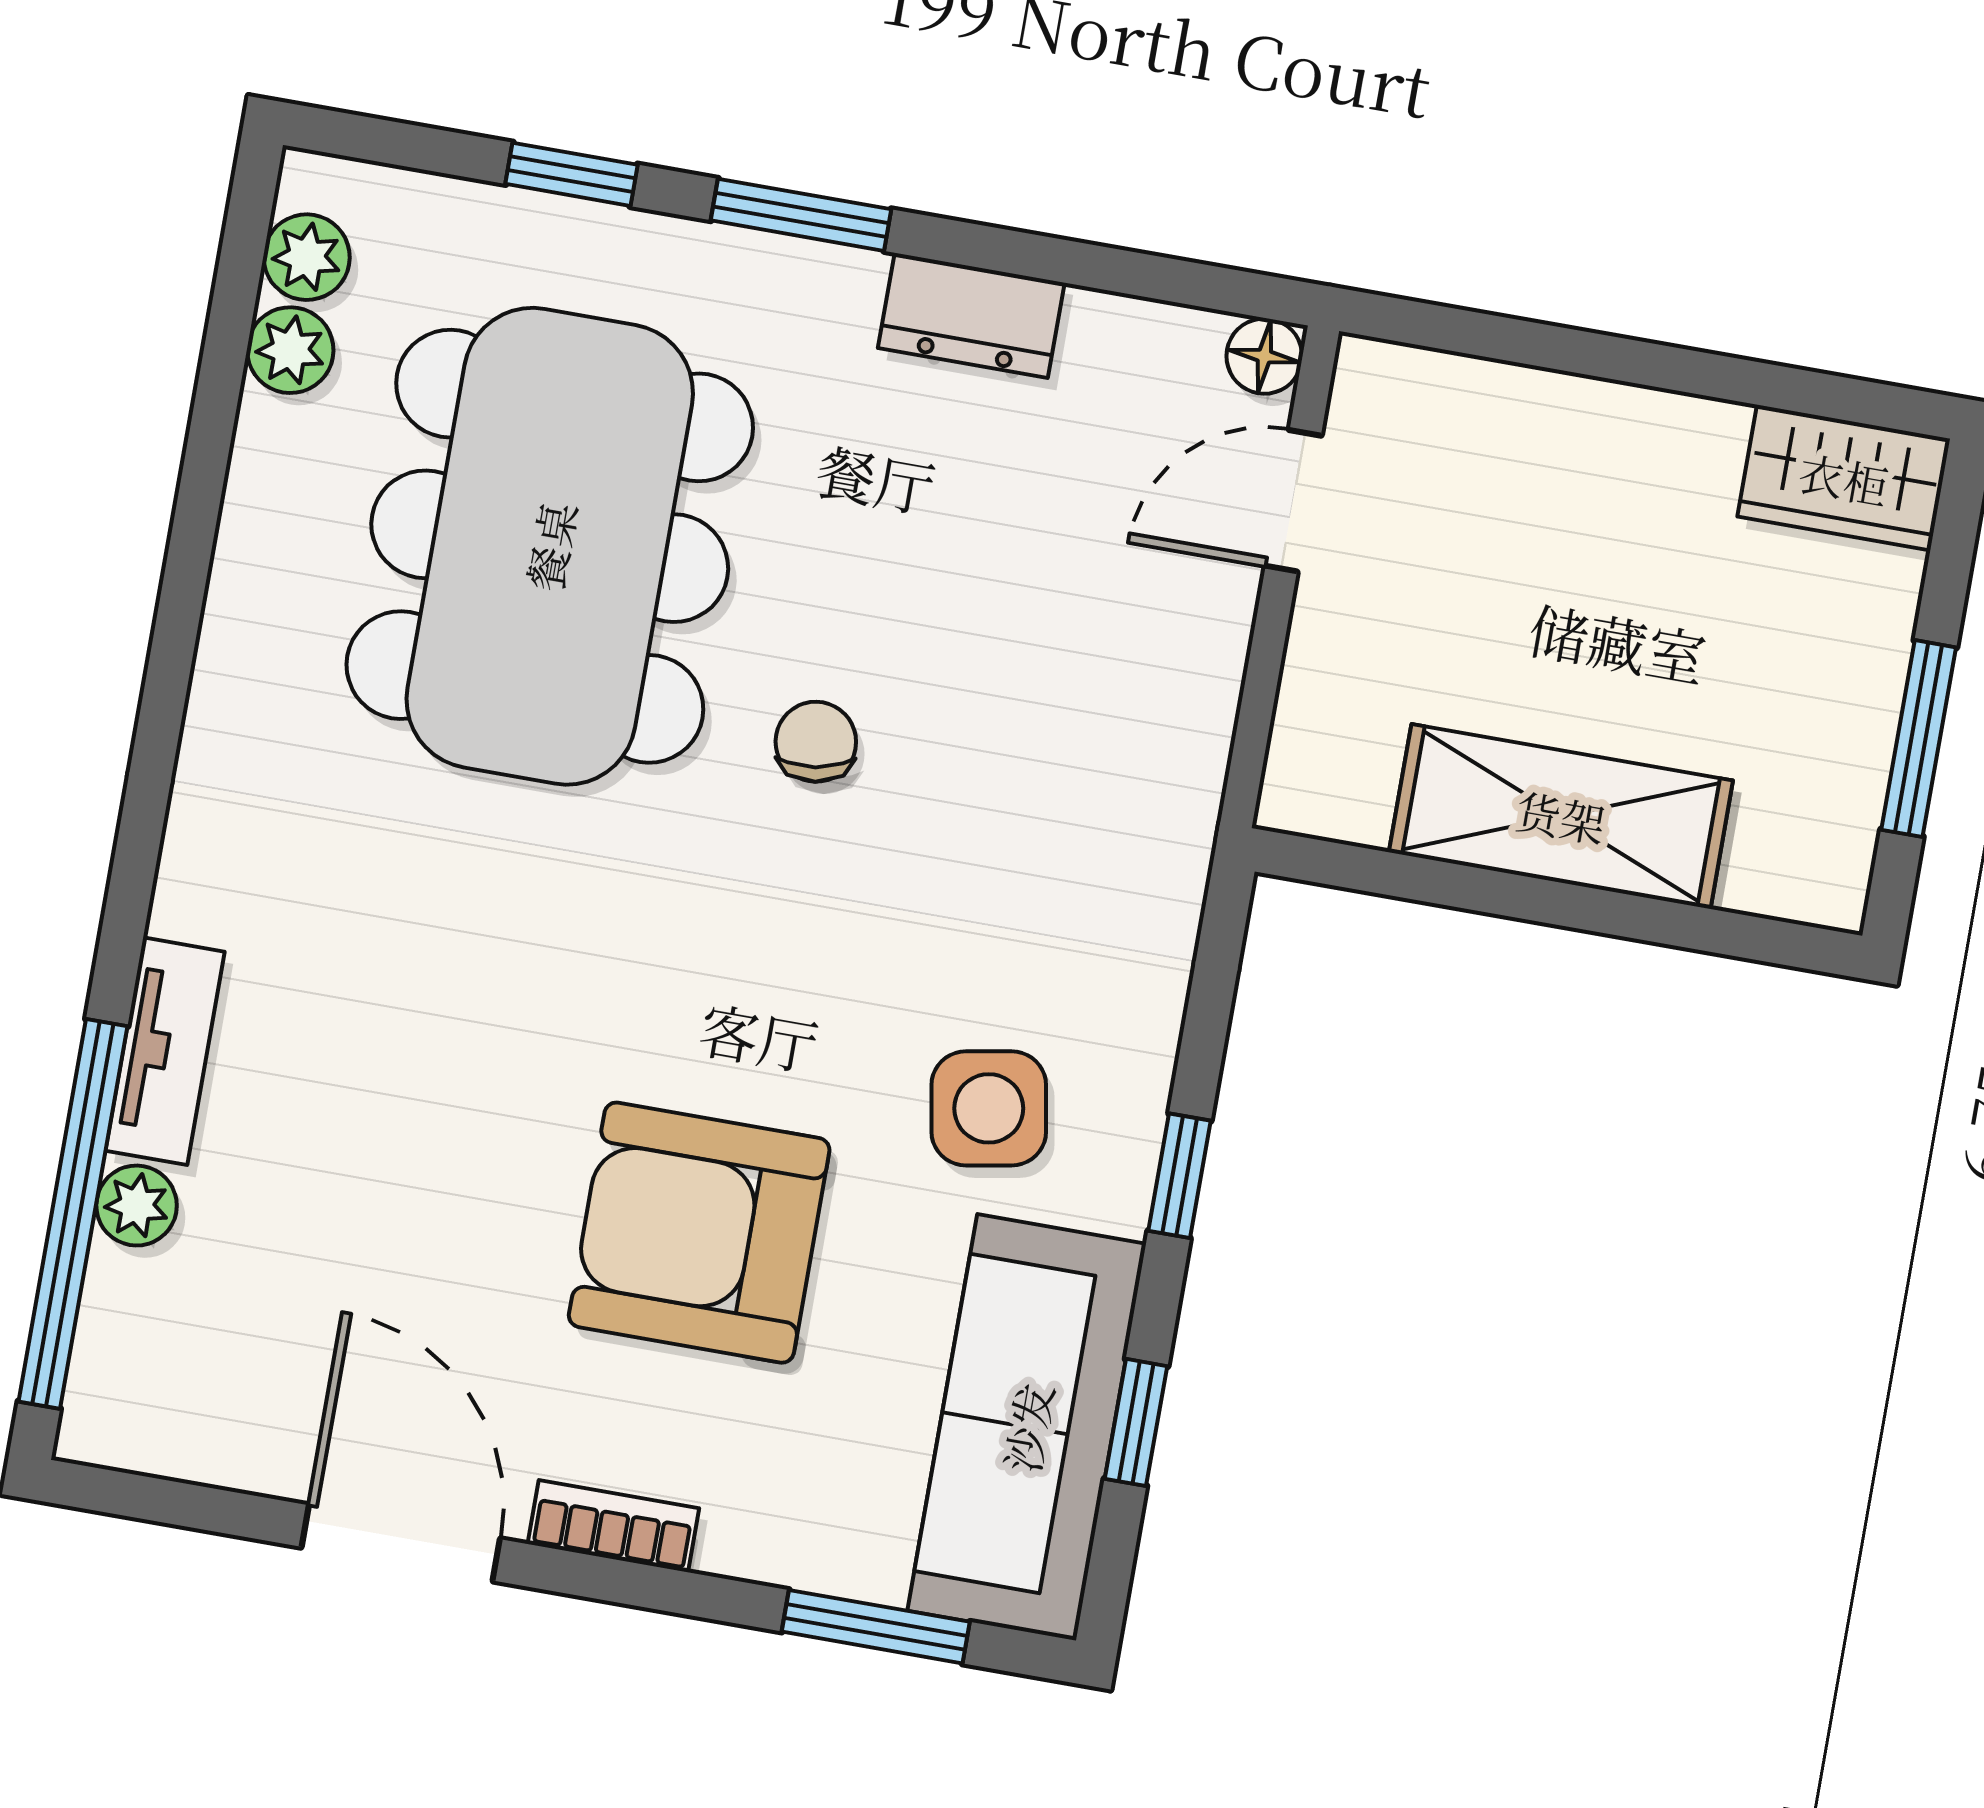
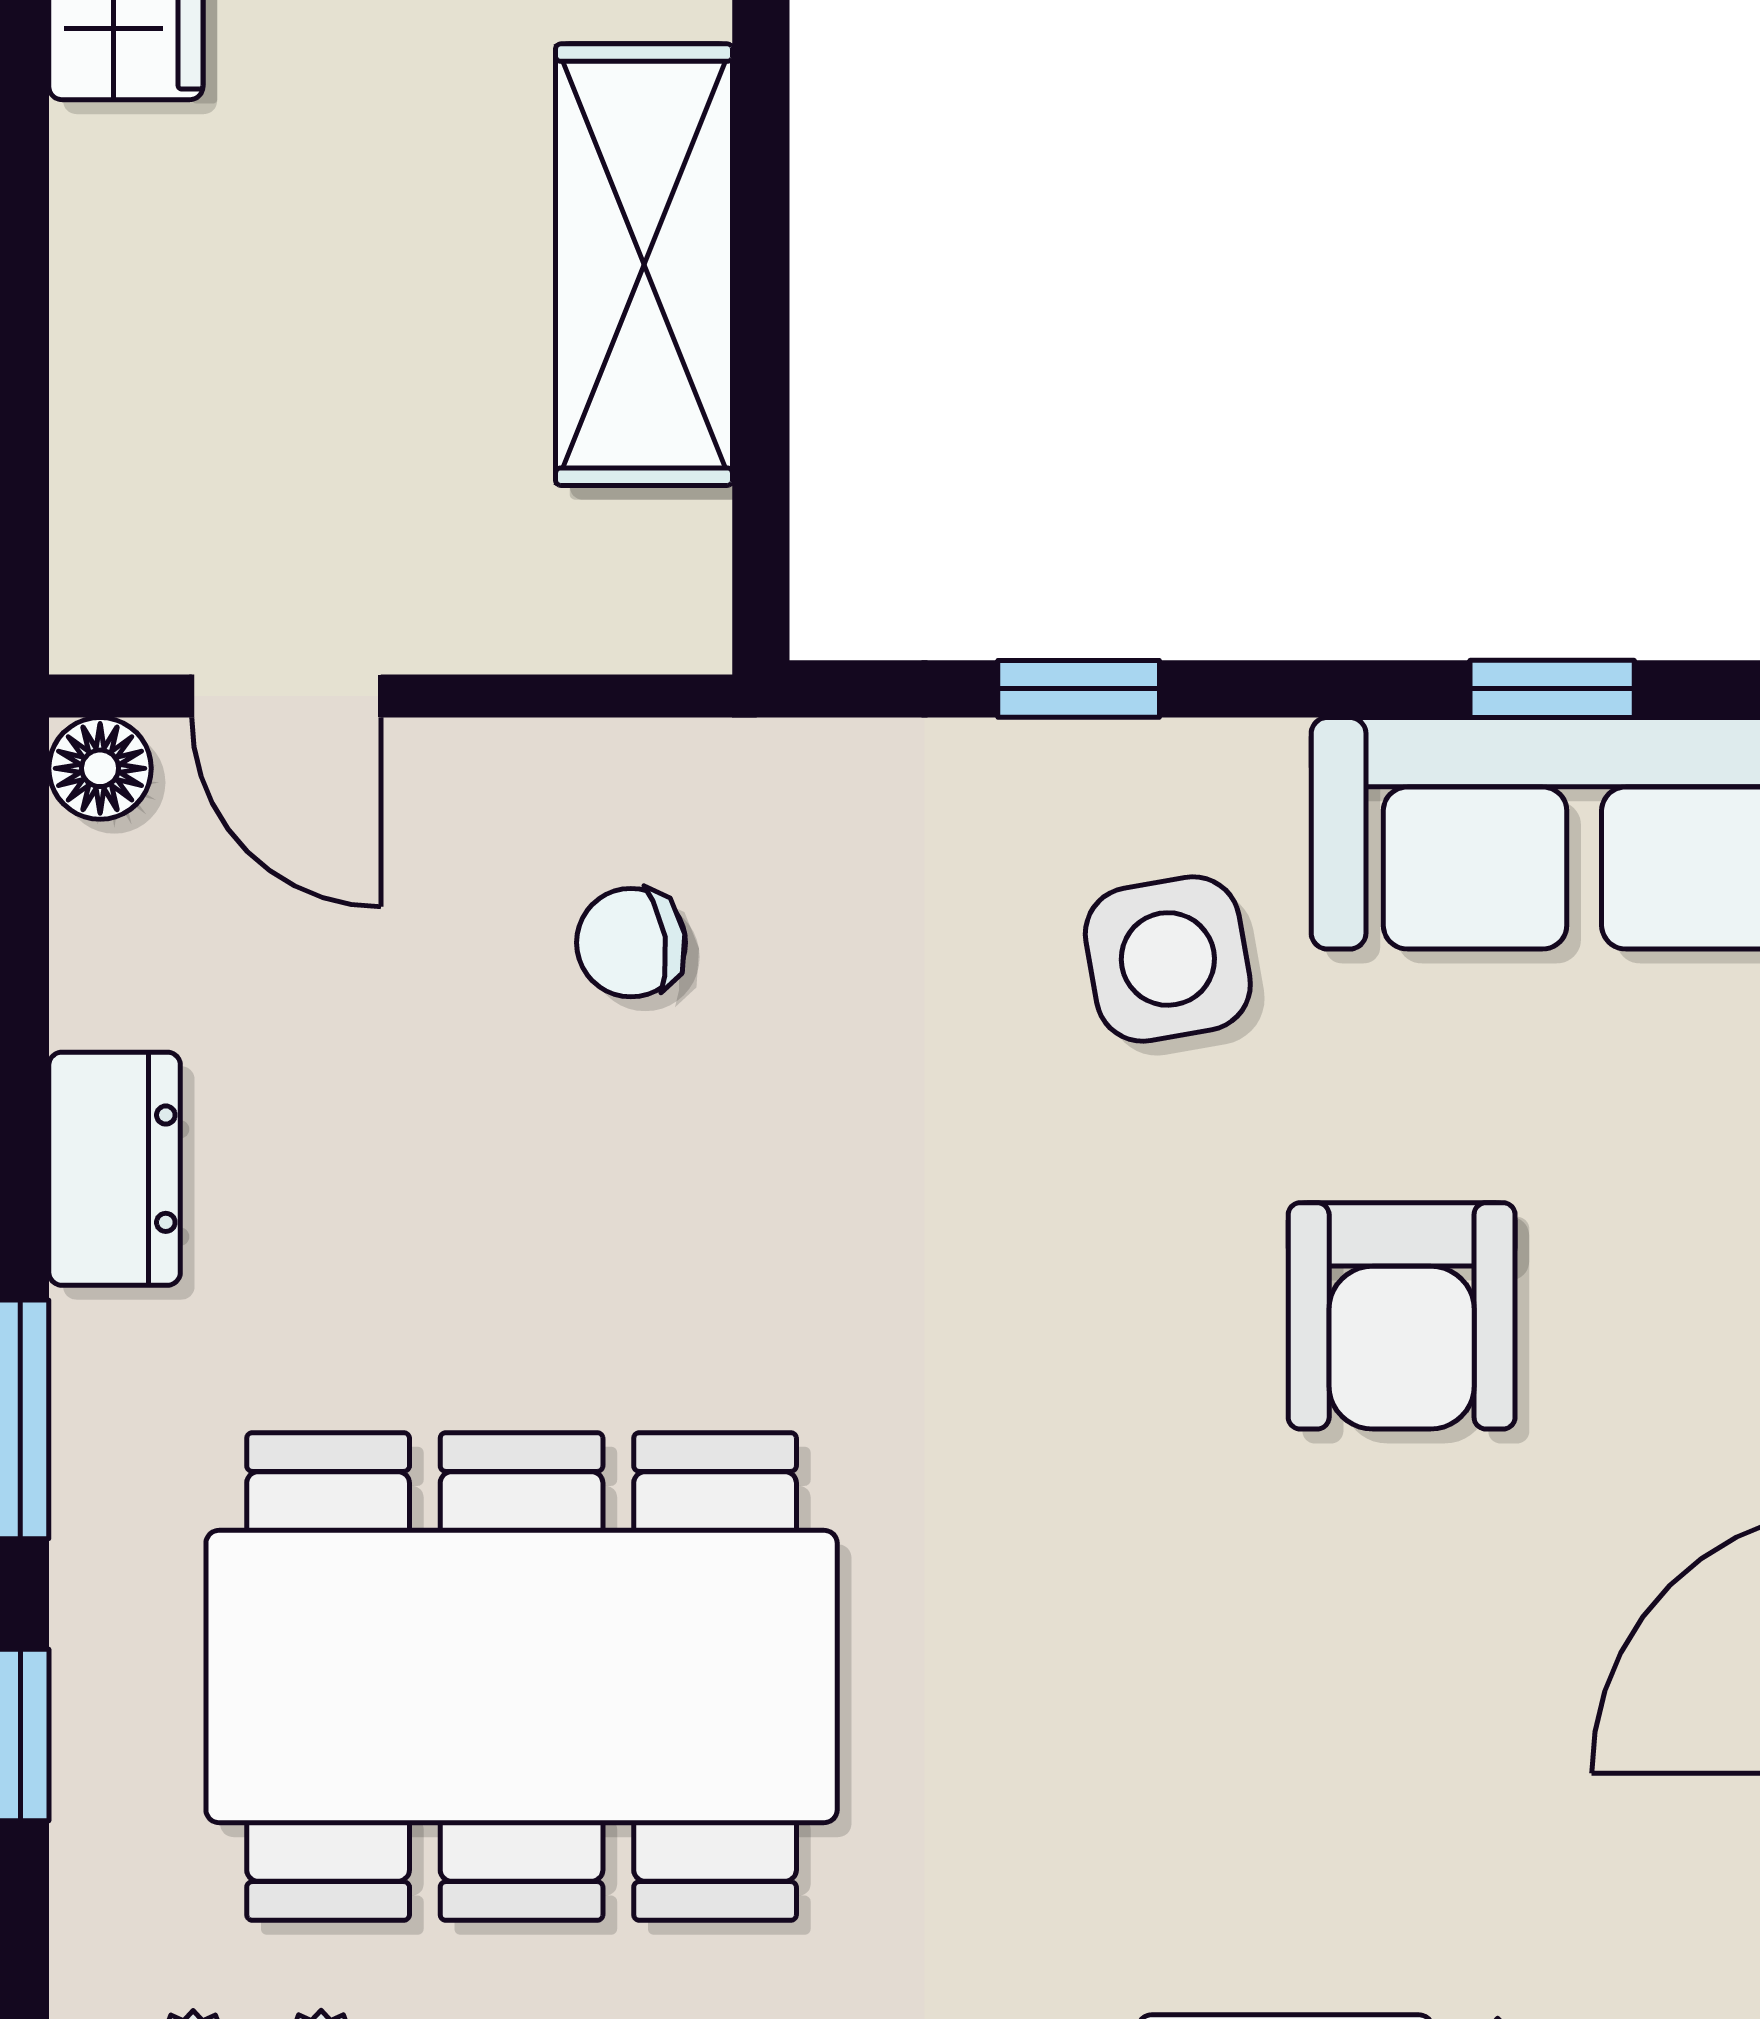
chair: (816, 742) -> (631, 943), moved
window: (1179, 1176) -> (1079, 689), moved
armchair: (699, 1233) -> (1402, 1316), width x0.73, depth x0.73

